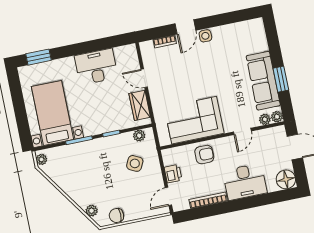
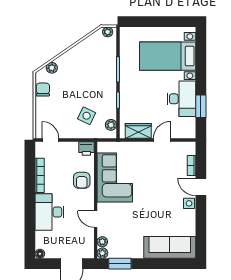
window: (39, 57) -> (201, 106), moved
window: (281, 79) -> (120, 264), moved
sofa: (263, 81) -> (170, 247), moved
bed with nightstands: (52, 113) -> (168, 56), moved, turned 180
printer: (173, 174) -> (86, 149), moved
floor lamp: (286, 179) -> (40, 254), width x0.53, depth x0.53

